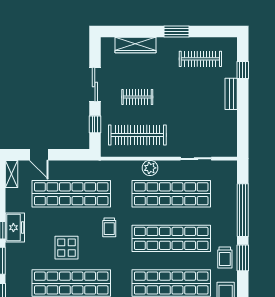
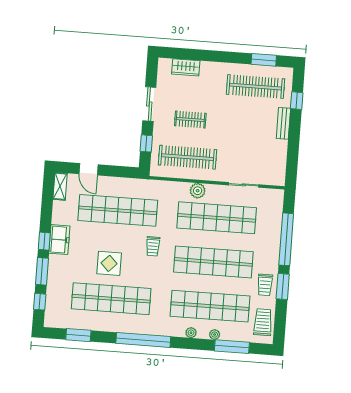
window: (177, 31) -> (264, 60), moved
wardrobe: (136, 45) -> (186, 67), width x0.67
clothes rail: (200, 59) -> (256, 87), width x1.37, depth x1.31

